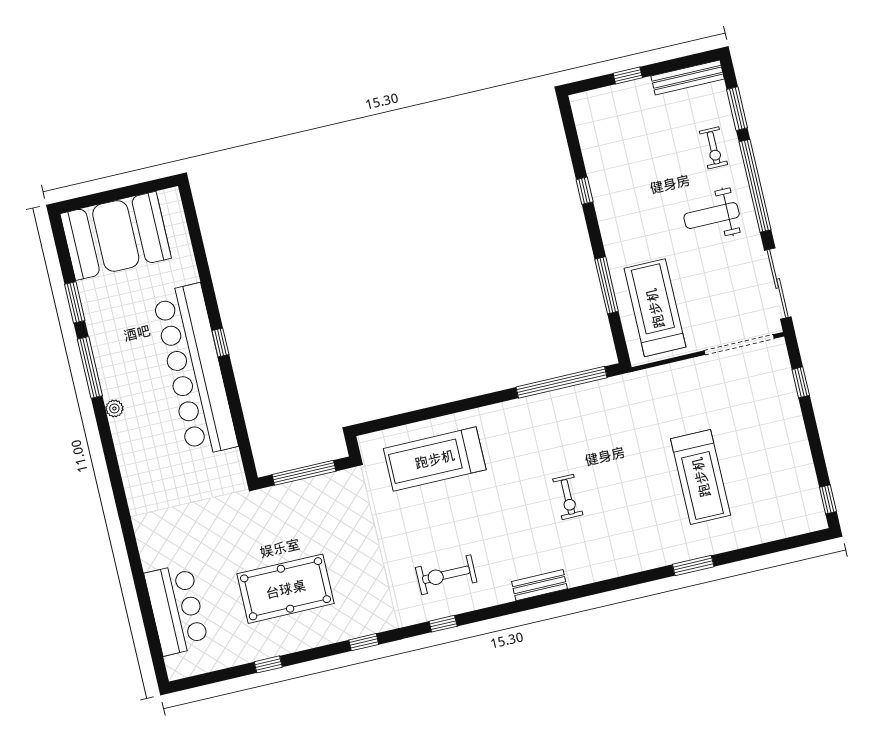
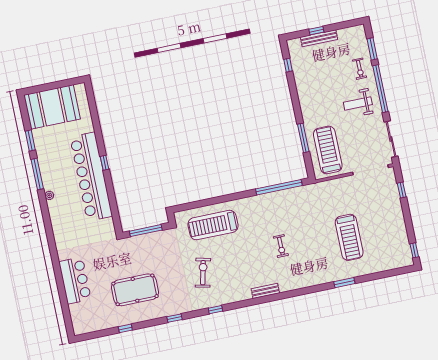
bench: (688, 78) -> (319, 38), moved
window: (585, 191) -> (288, 65), moved
exercise bike: (446, 575) -> (203, 273), moved, turned 103
bar counter: (177, 609) -> (75, 280), moved

